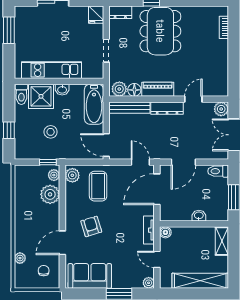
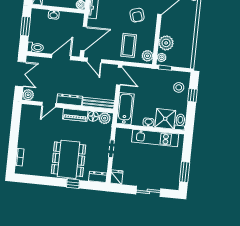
stool: (51, 132) -> (179, 87), moved

